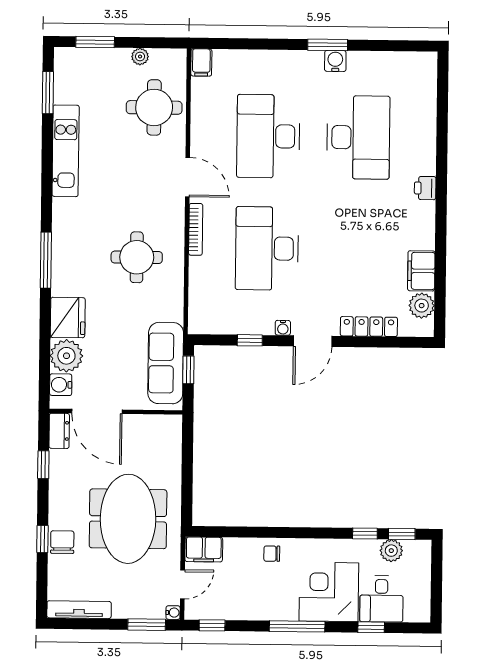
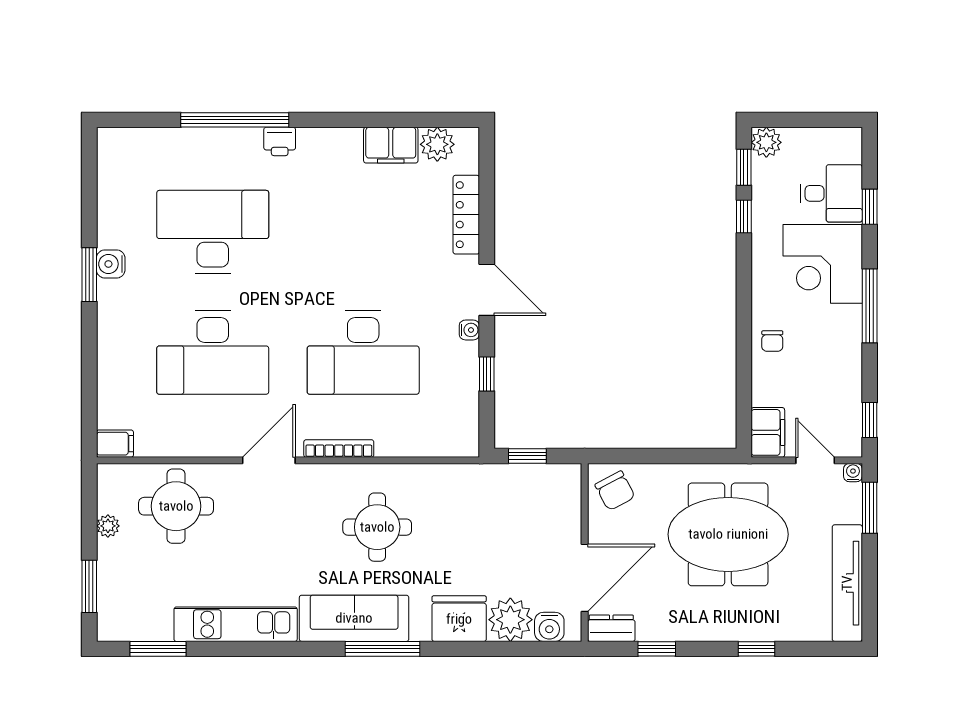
window: (442, 155) -> (235, 120), added
sofa: (166, 363) -> (354, 618), moved, turned 180
chair: (62, 542) -> (615, 491), moved, turned -118
plant: (391, 551) -> (766, 142), moved
tv unit: (79, 610) -> (847, 583), width x1.36, depth x1.29

